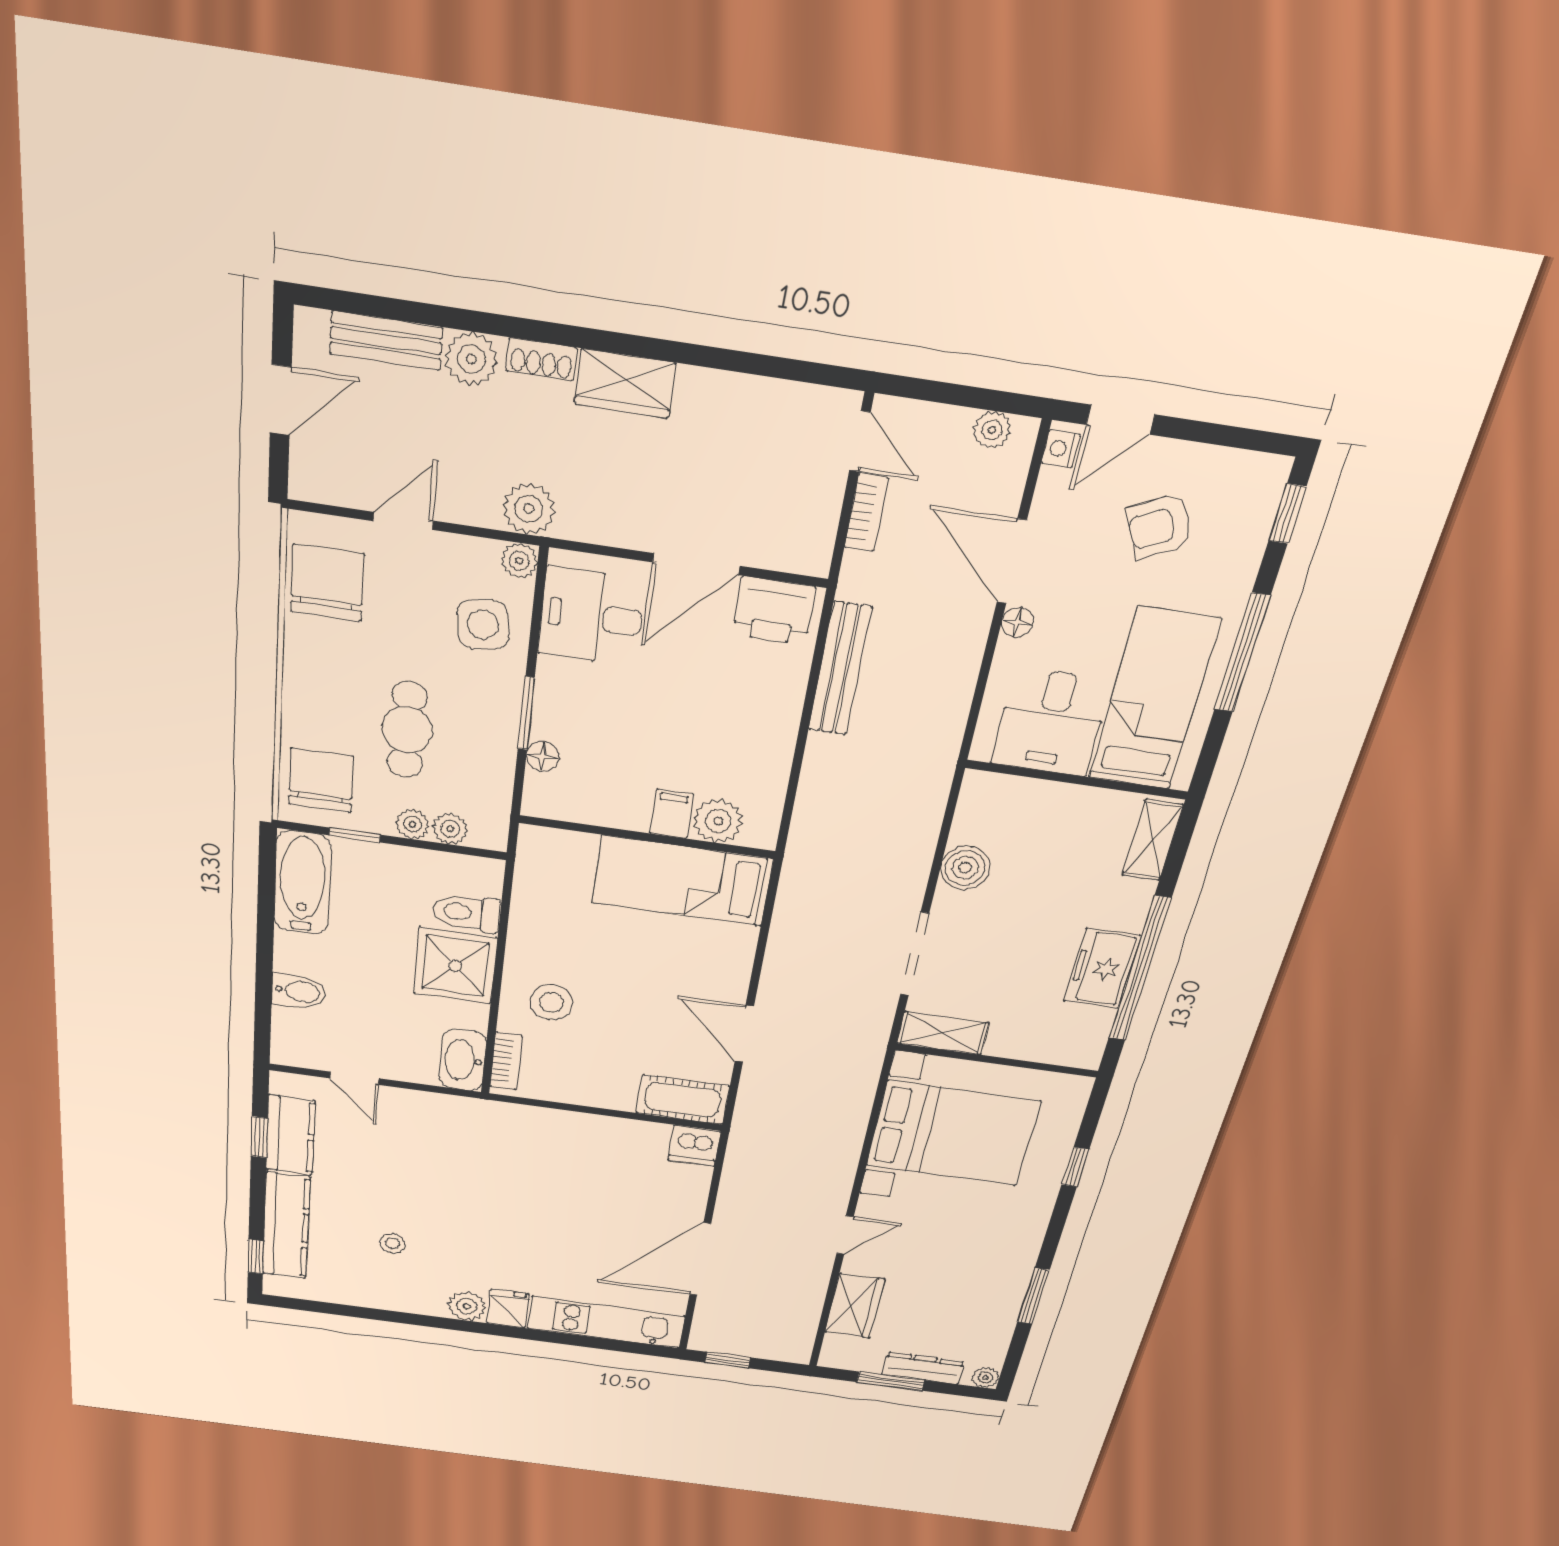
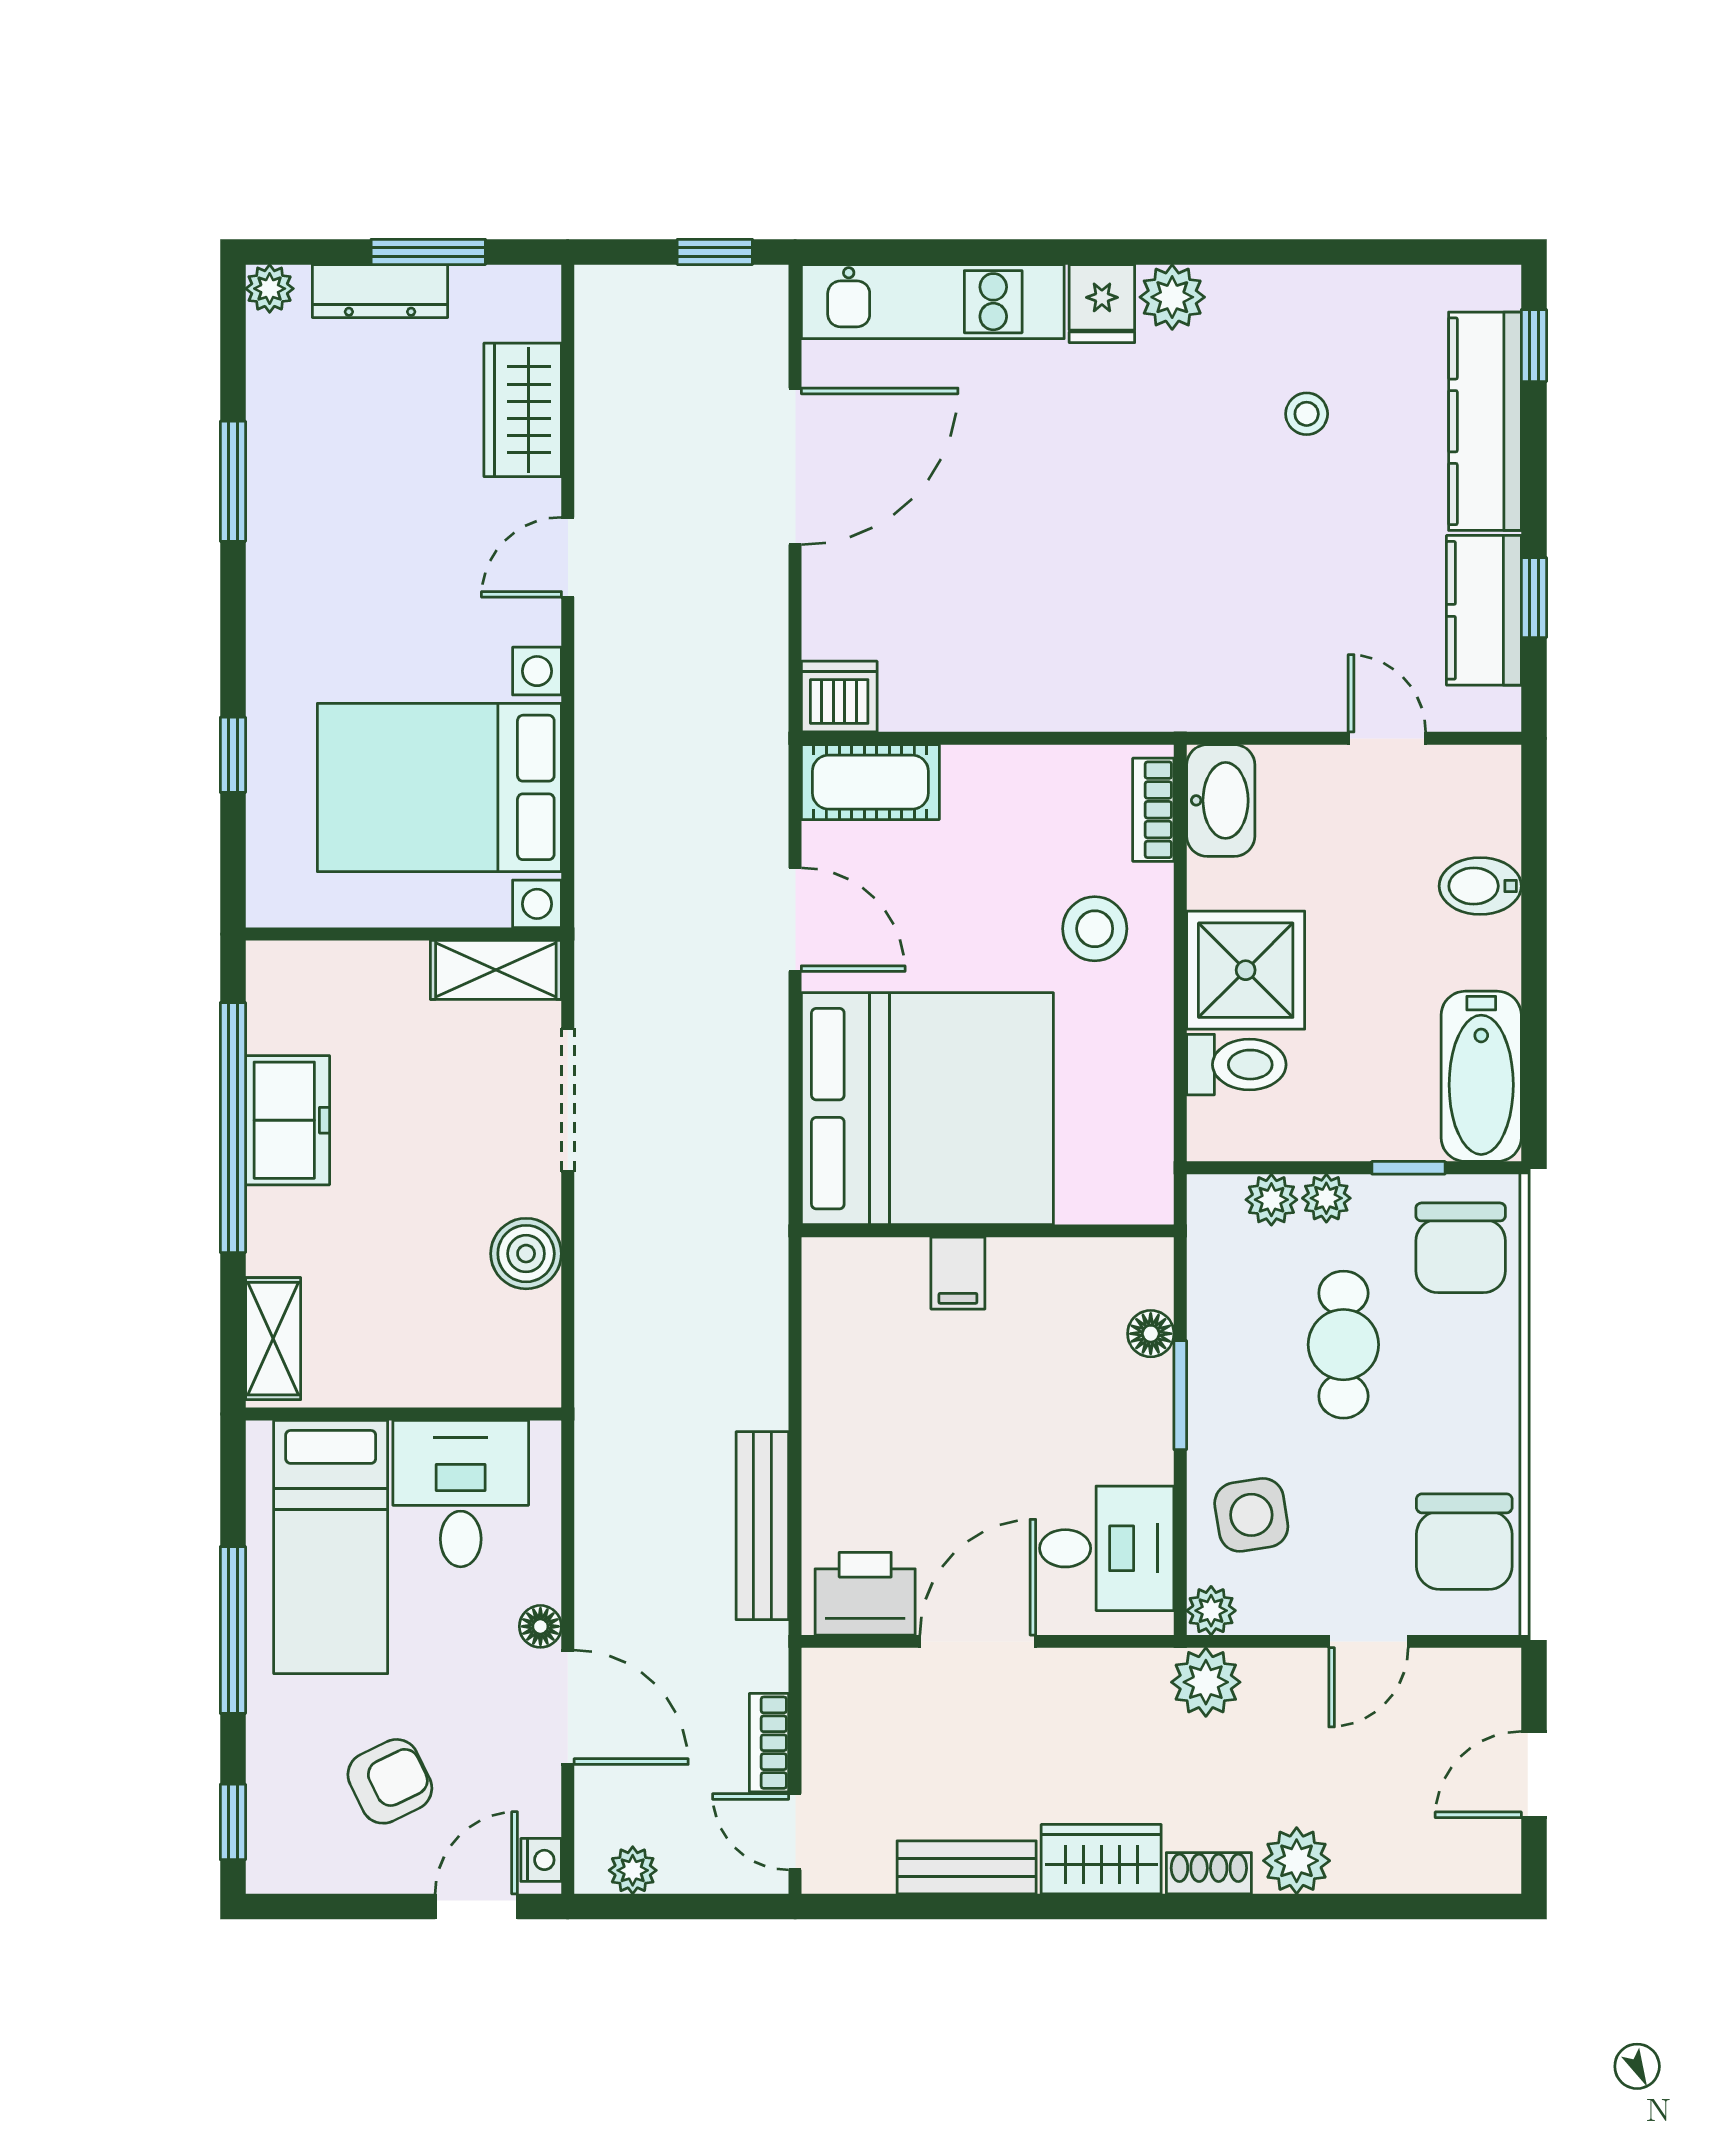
bench: (386, 341) -> (967, 1867), moved
plant: (718, 821) -> (891, 1272), removed
bed: (682, 881) -> (927, 1109), width x2.04

